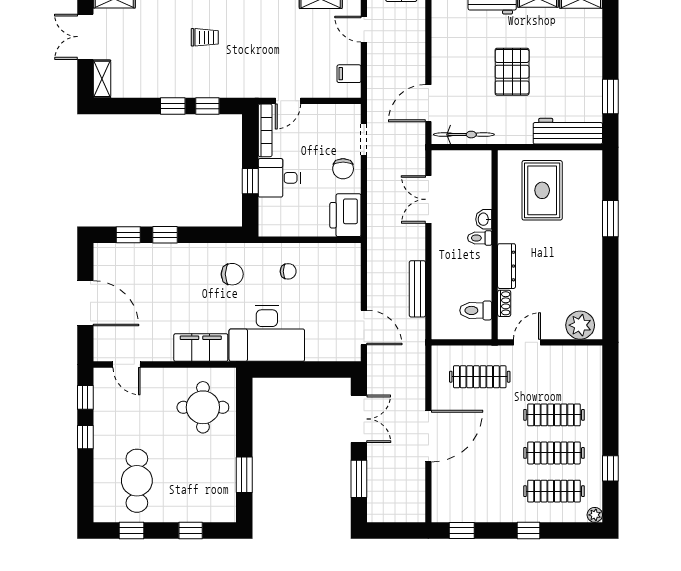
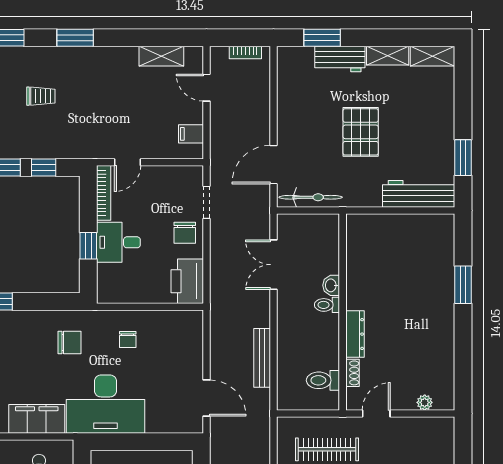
rug: (542, 190) -> (392, 255), removed
chair: (288, 271) -> (128, 340), turned 90
plant: (580, 325) -> (425, 402), width x0.53, depth x0.53

